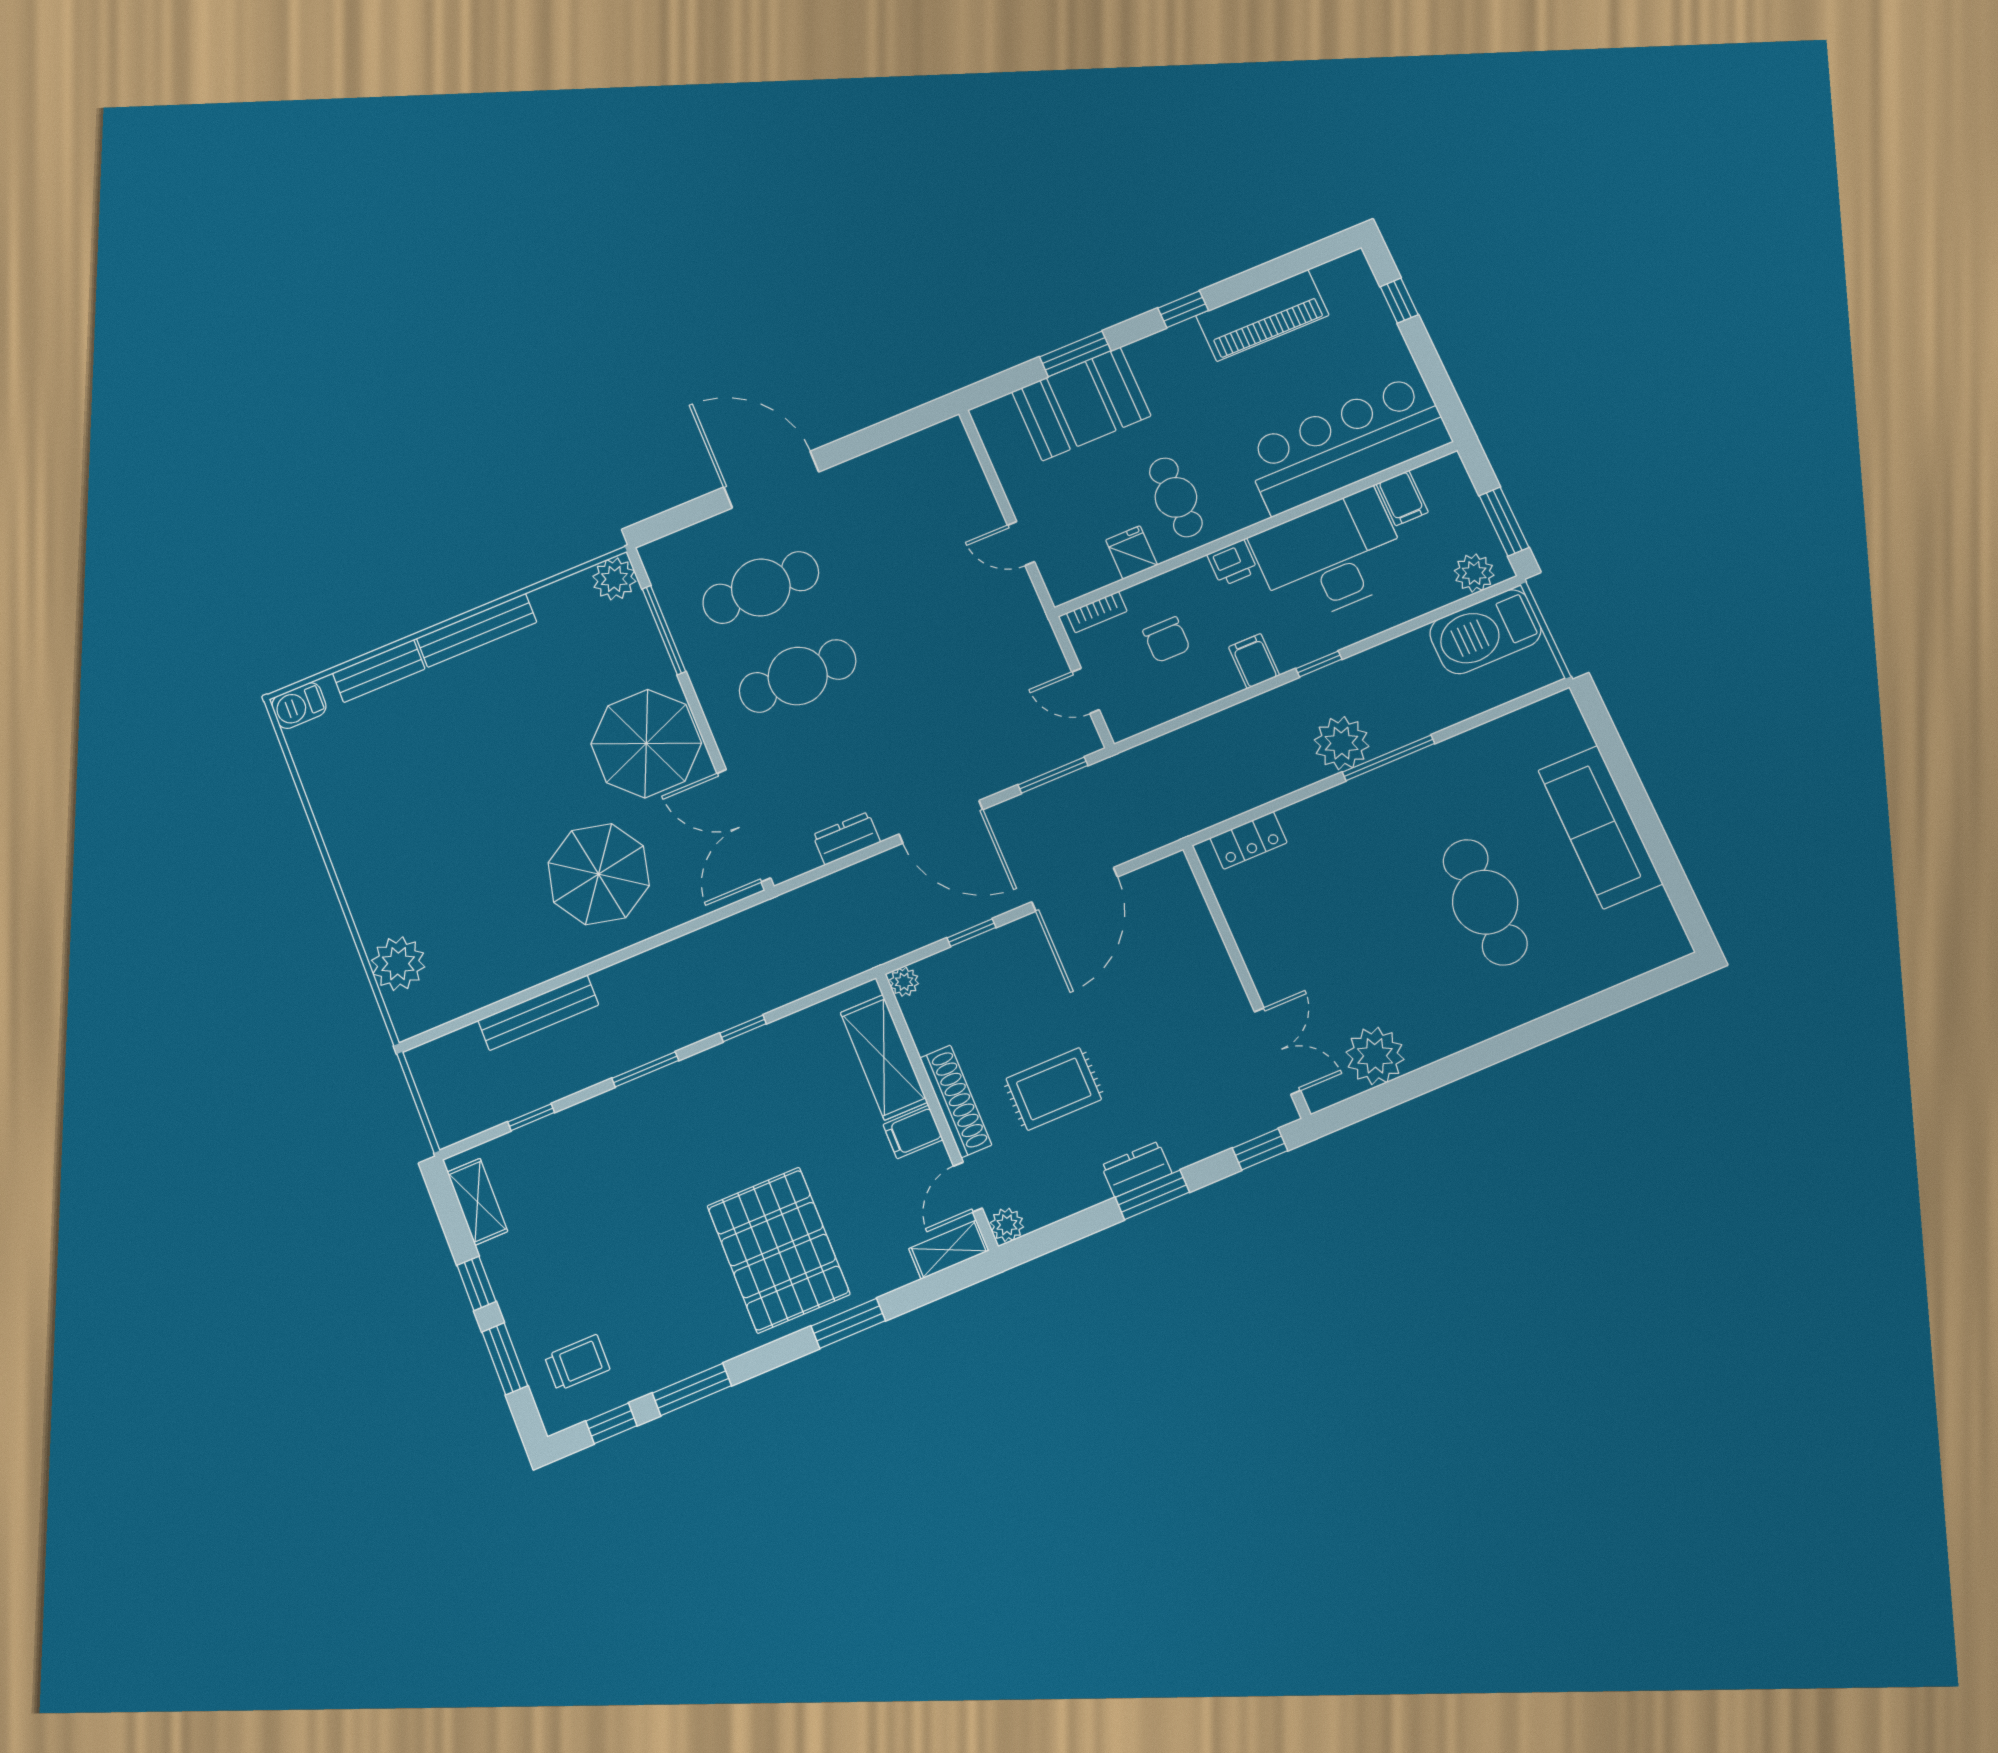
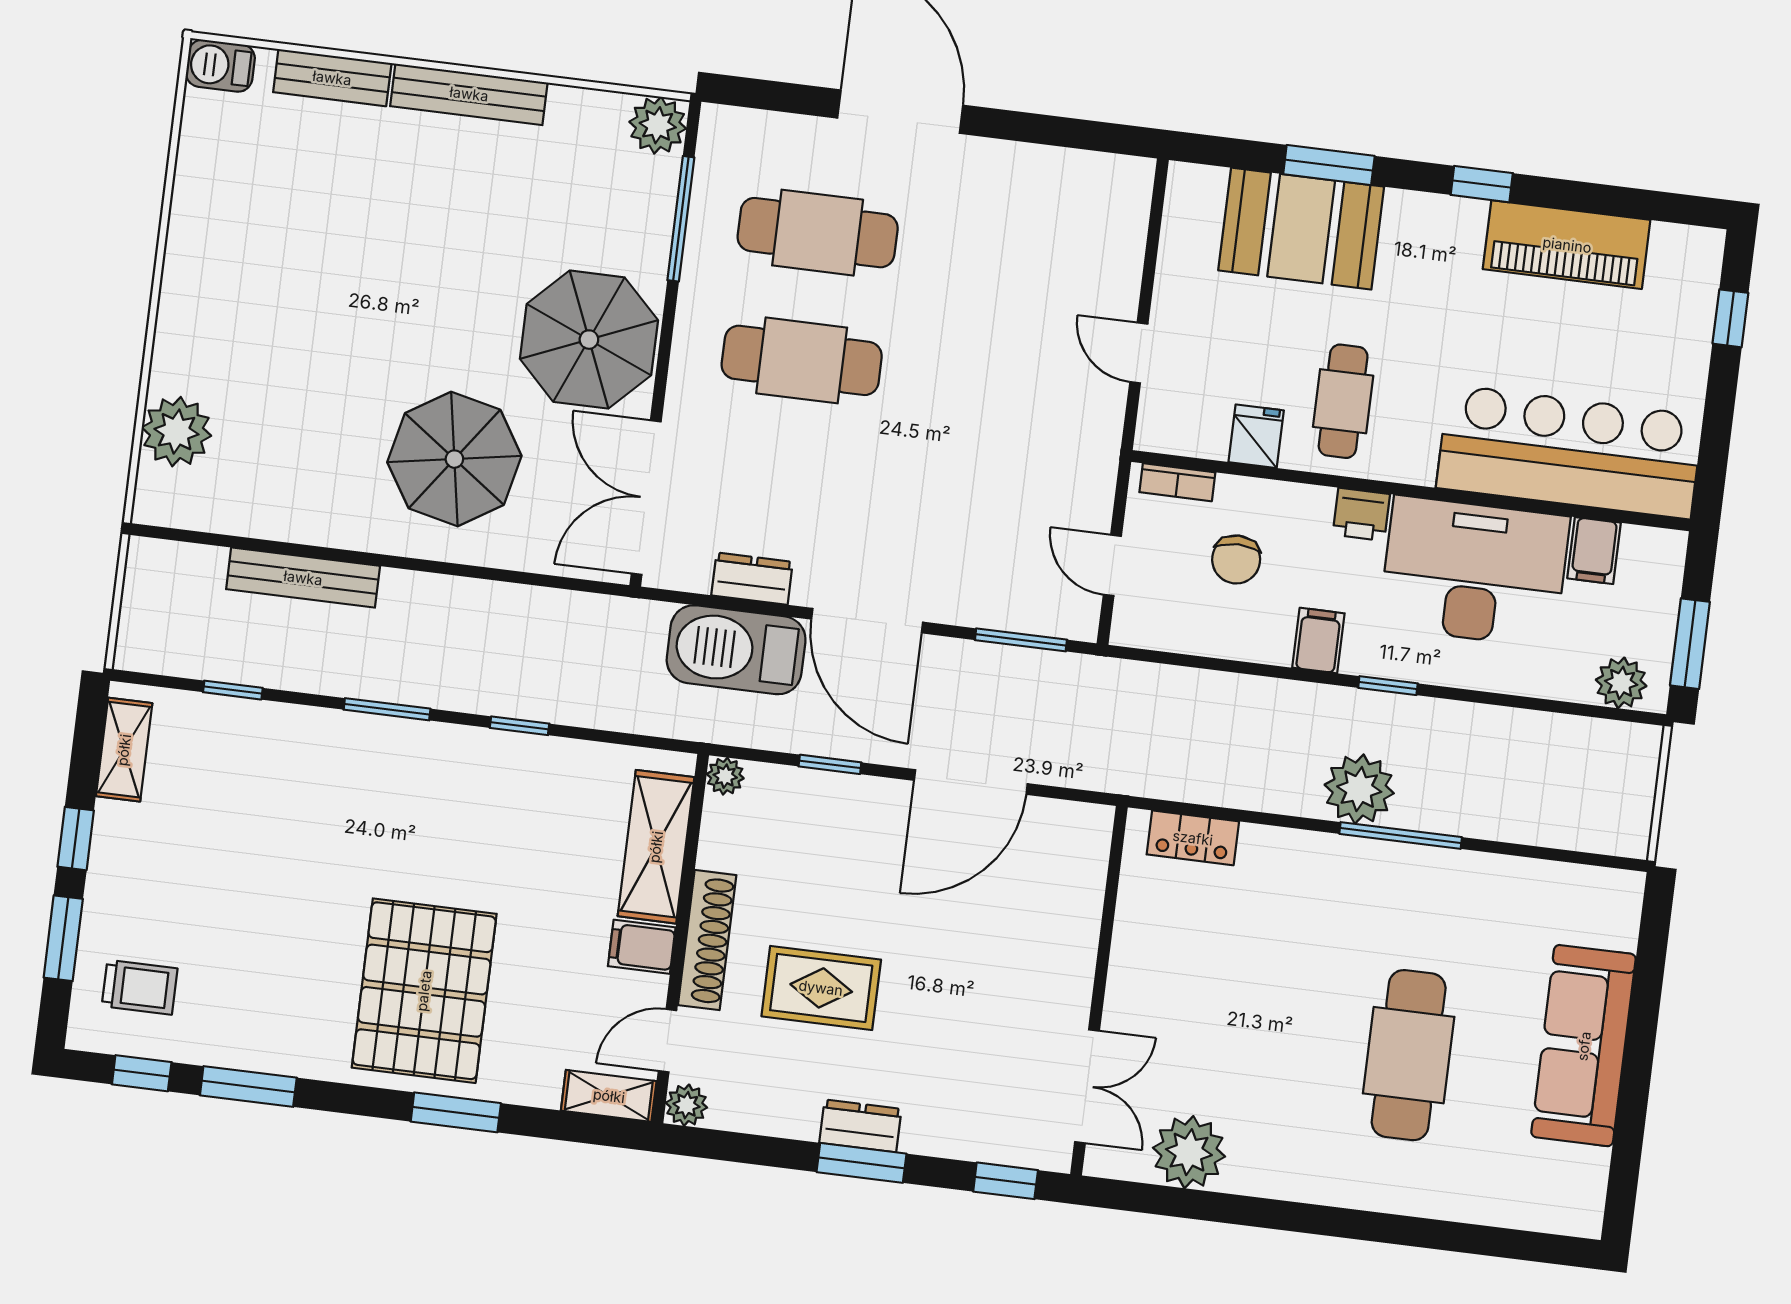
barbecue: (1485, 632) -> (736, 650), moved

